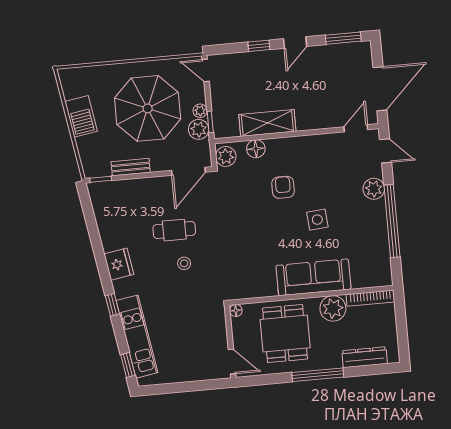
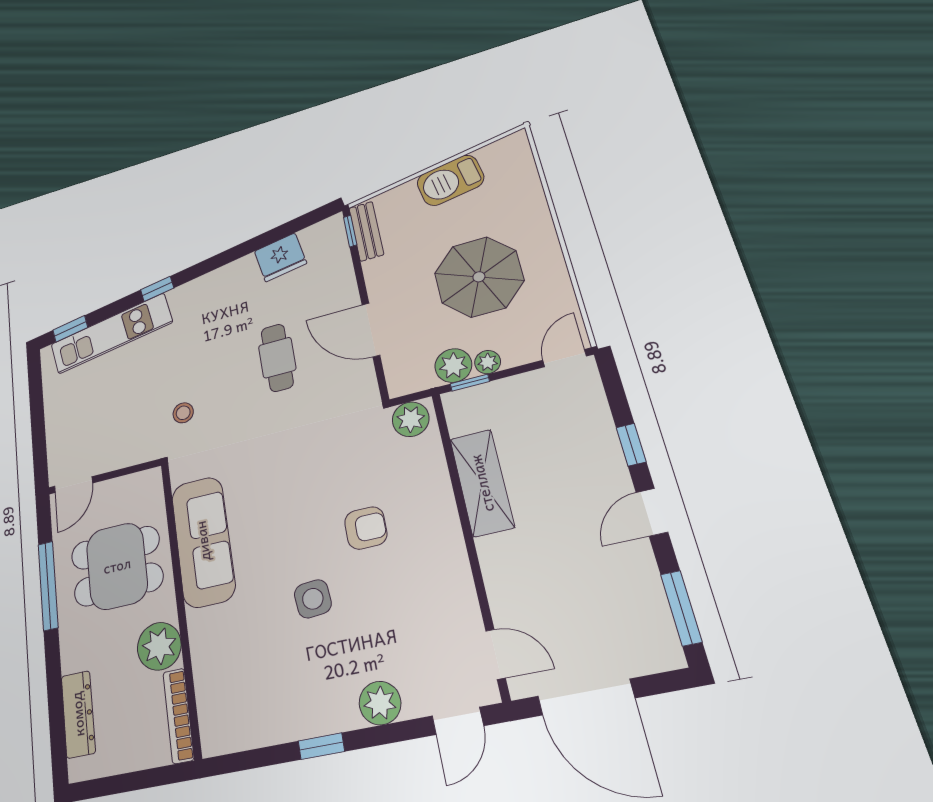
door: (295, 43) -> (652, 512), hinge flipped
parasol: (148, 108) -> (479, 277), width x0.73, depth x0.73
floor lamp: (256, 149) -> (431, 469), removed
bench: (131, 167) -> (366, 231), moved
door: (188, 171) -> (371, 330), moved
window: (392, 221) -> (321, 746), width x0.32
stool: (184, 263) -> (183, 413), moved
fridge: (119, 264) -> (280, 257), moved
sofa: (313, 277) -> (203, 541), moved
floor lamp: (236, 310) -> (153, 478), removed
window: (318, 375) -> (48, 586), moved

